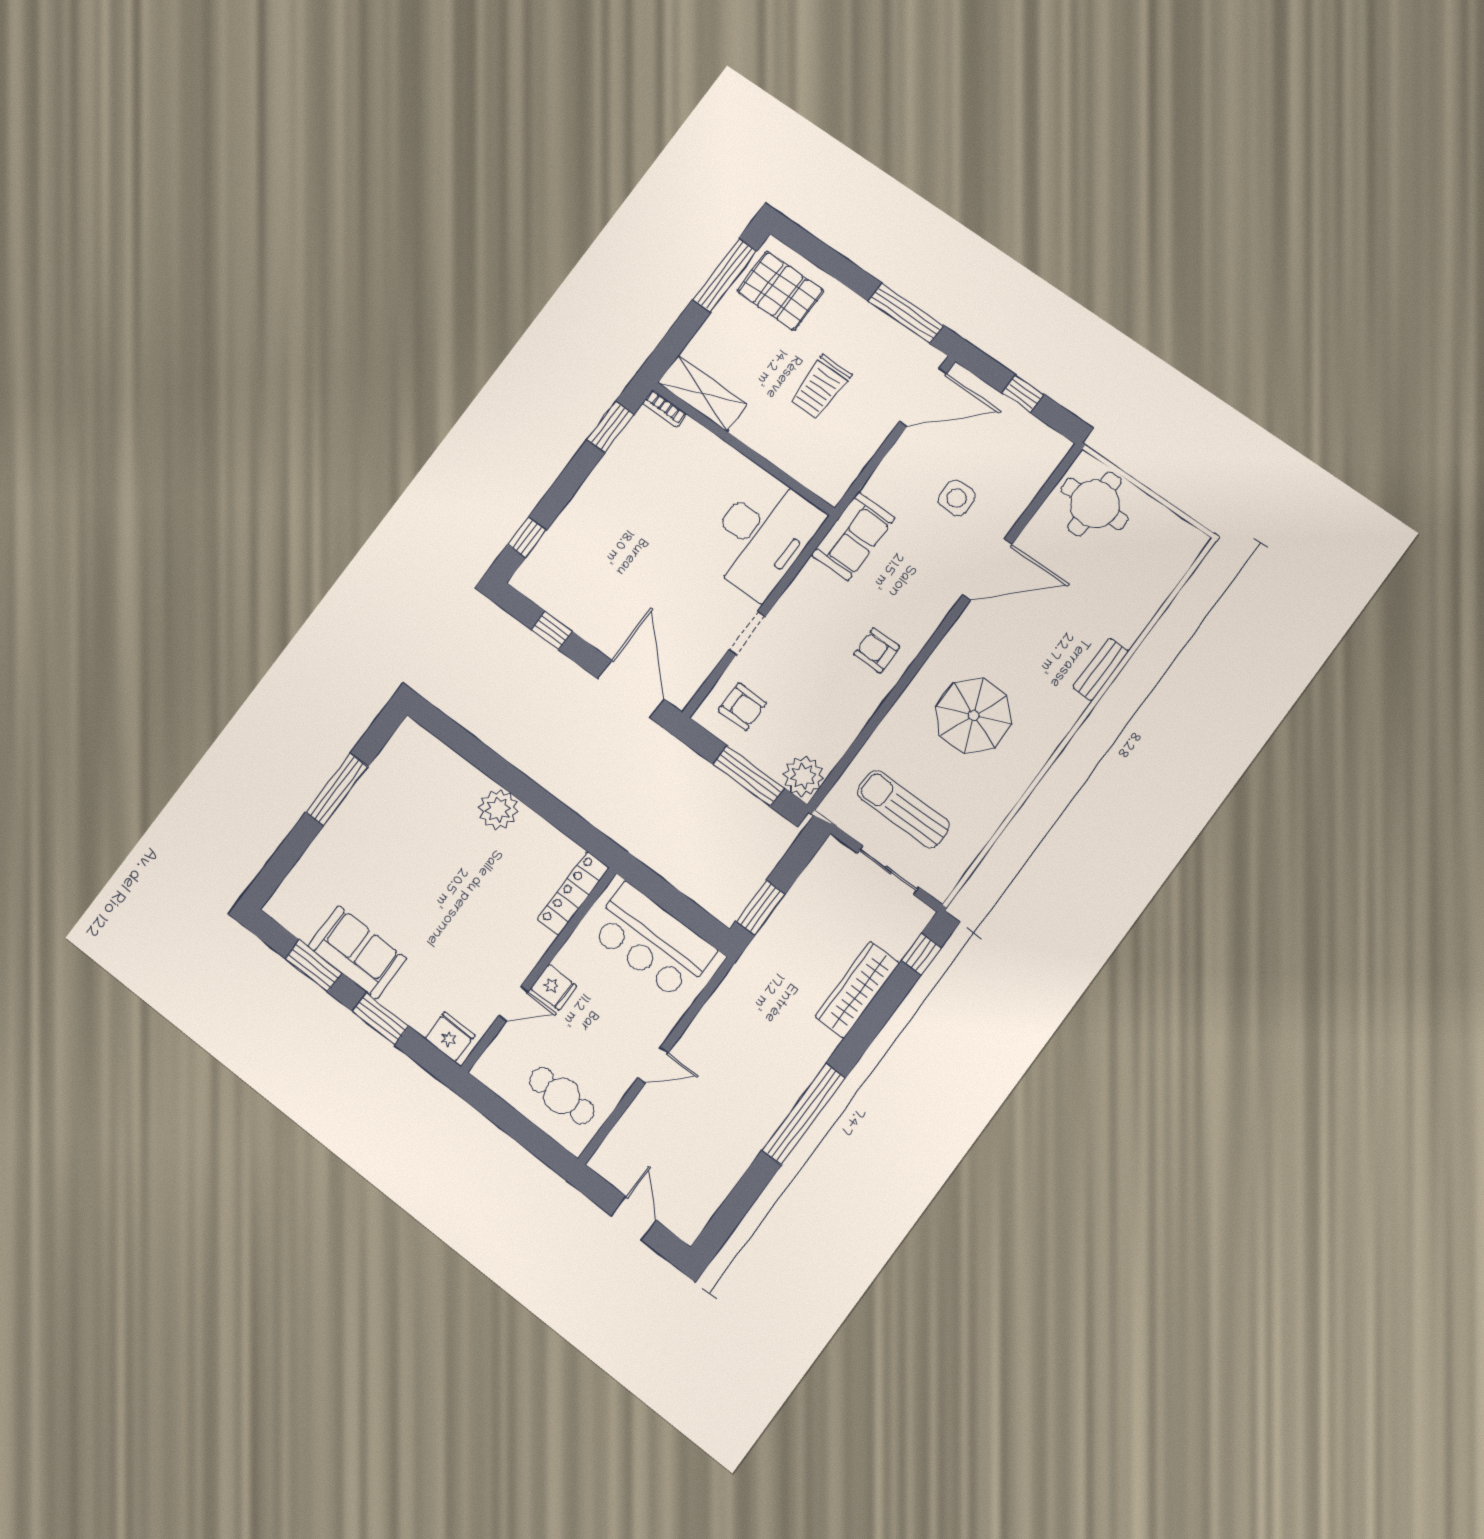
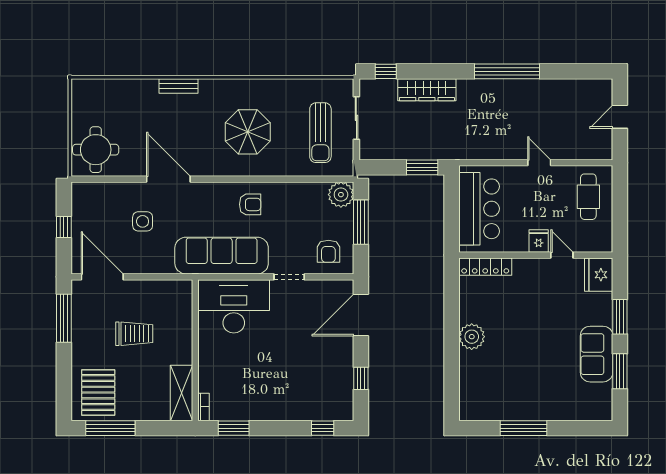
sofa: (853, 536) -> (222, 256), width x1.85, depth x1.27
armchair: (877, 650) -> (250, 204), turned -90
armchair: (742, 707) -> (328, 251), turned 180
fridge: (450, 1037) -> (599, 275), width x1.36, depth x1.34

